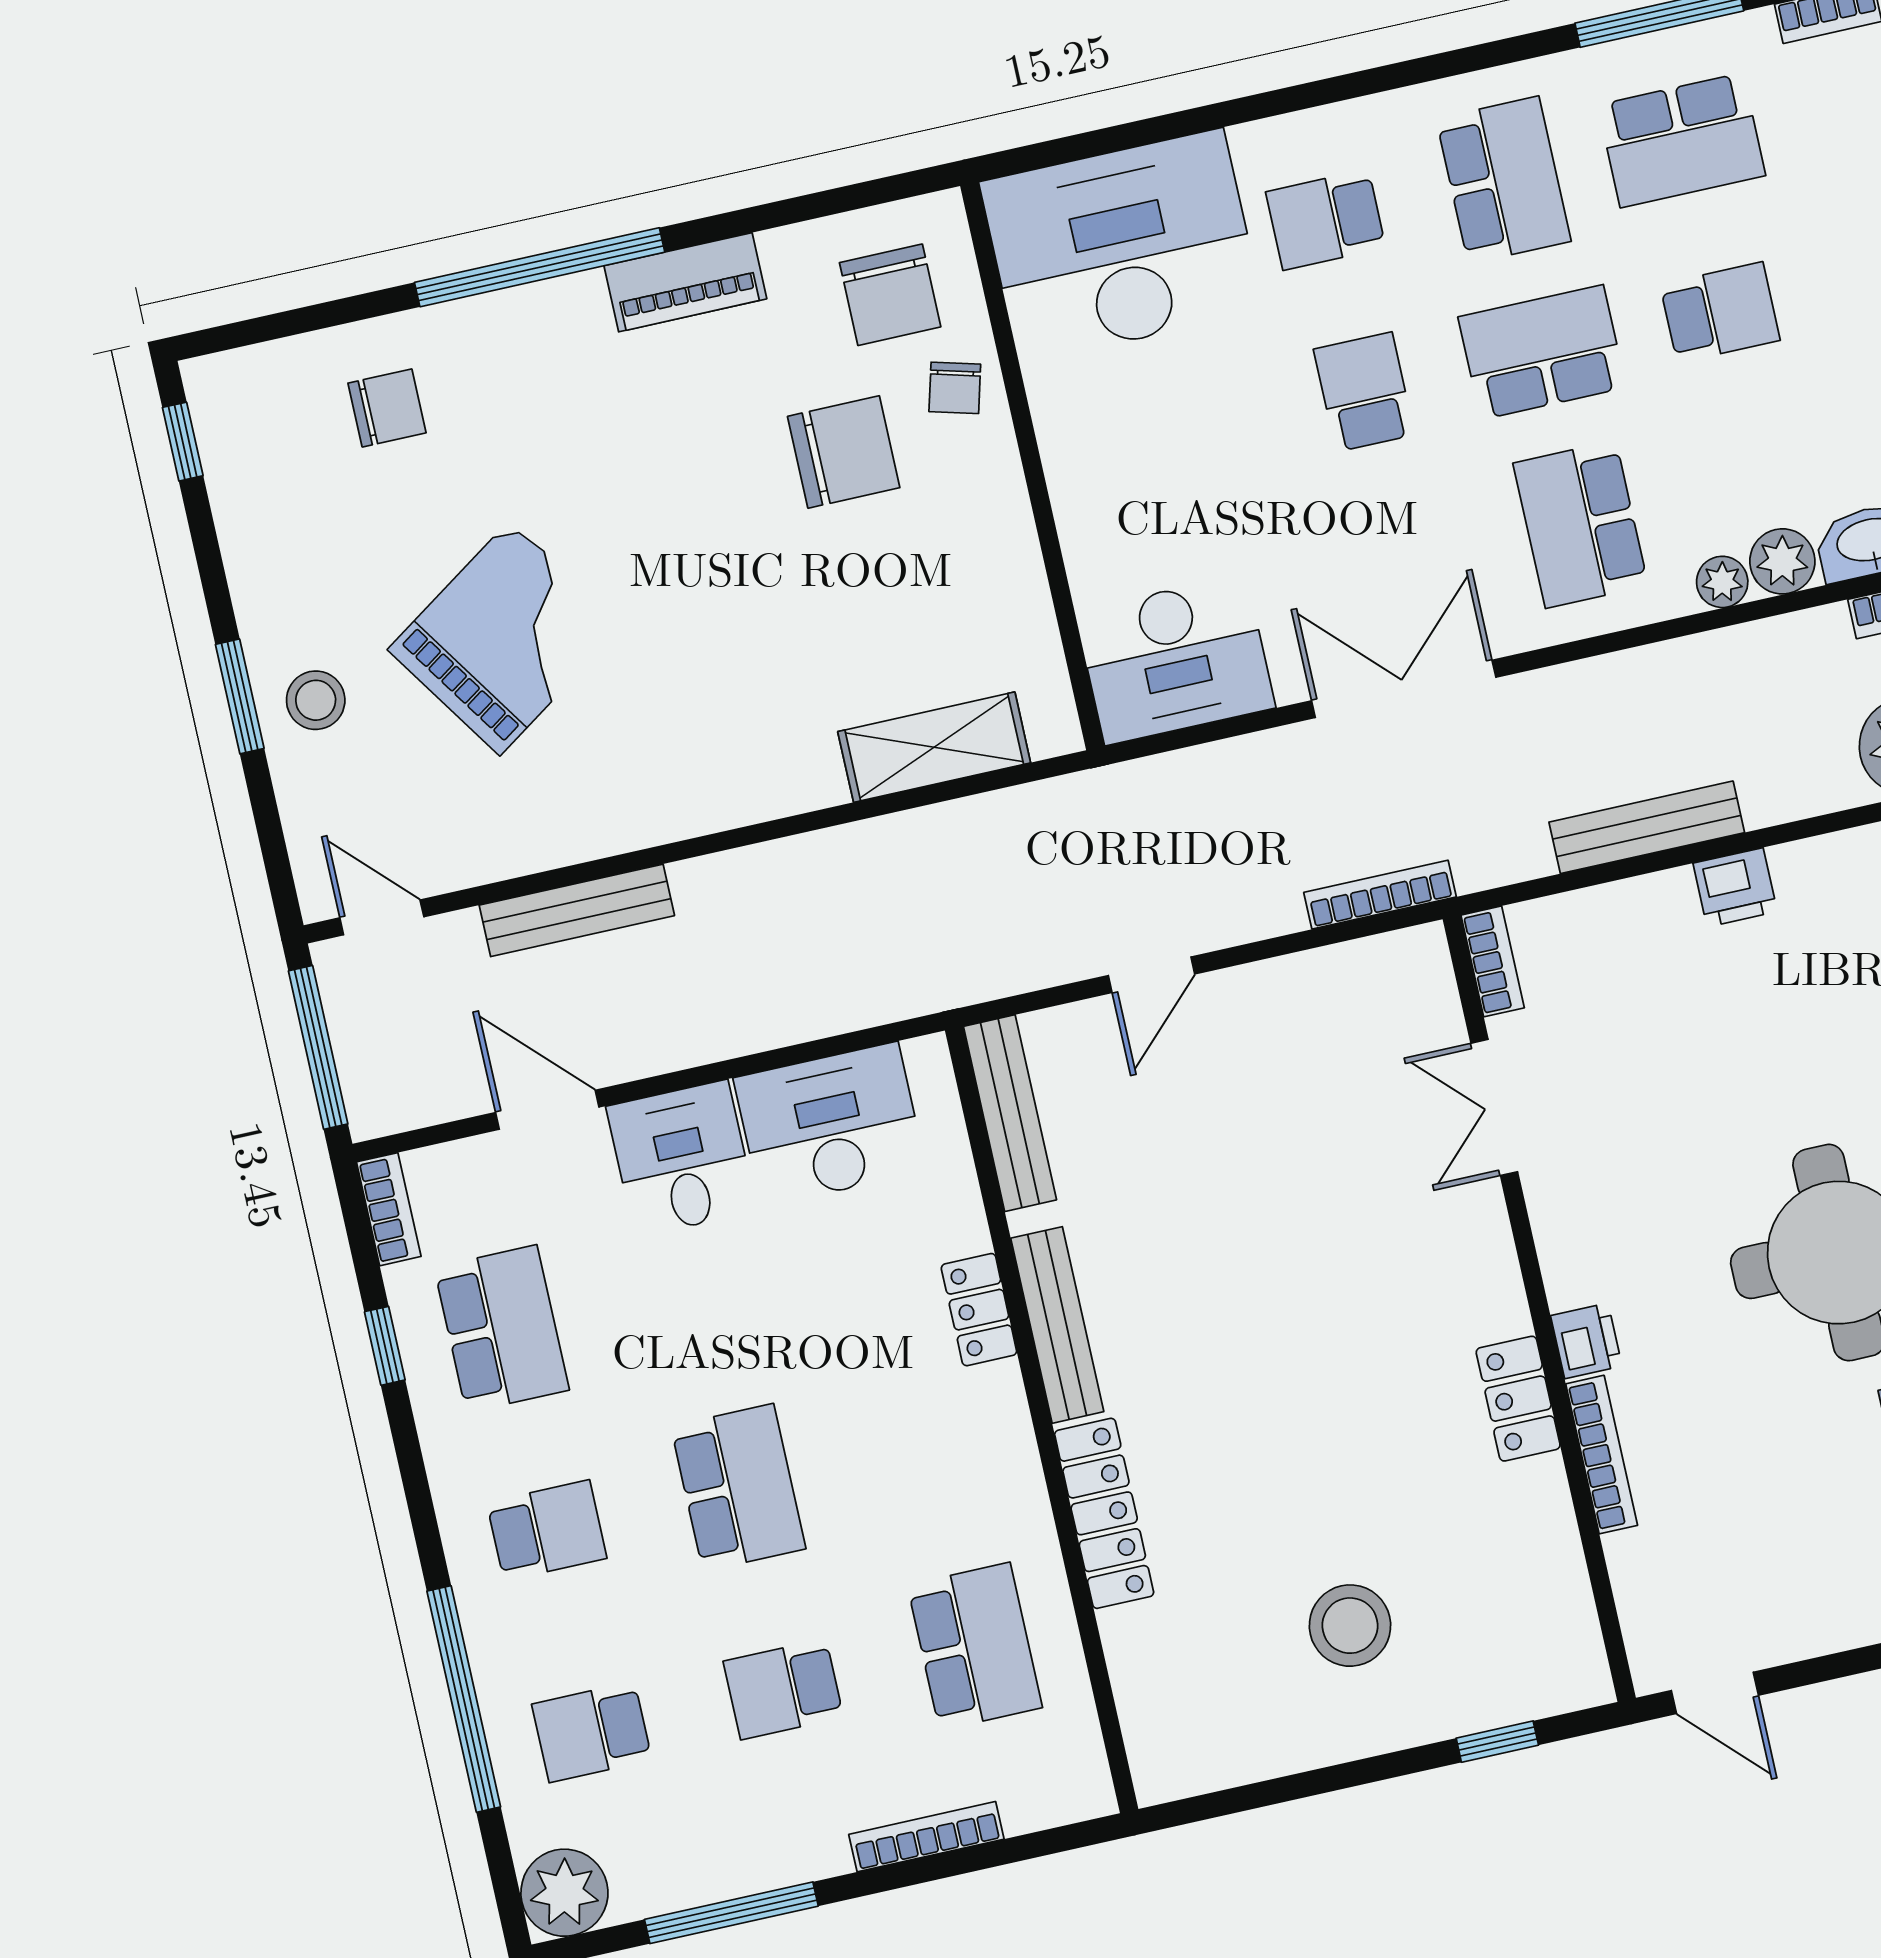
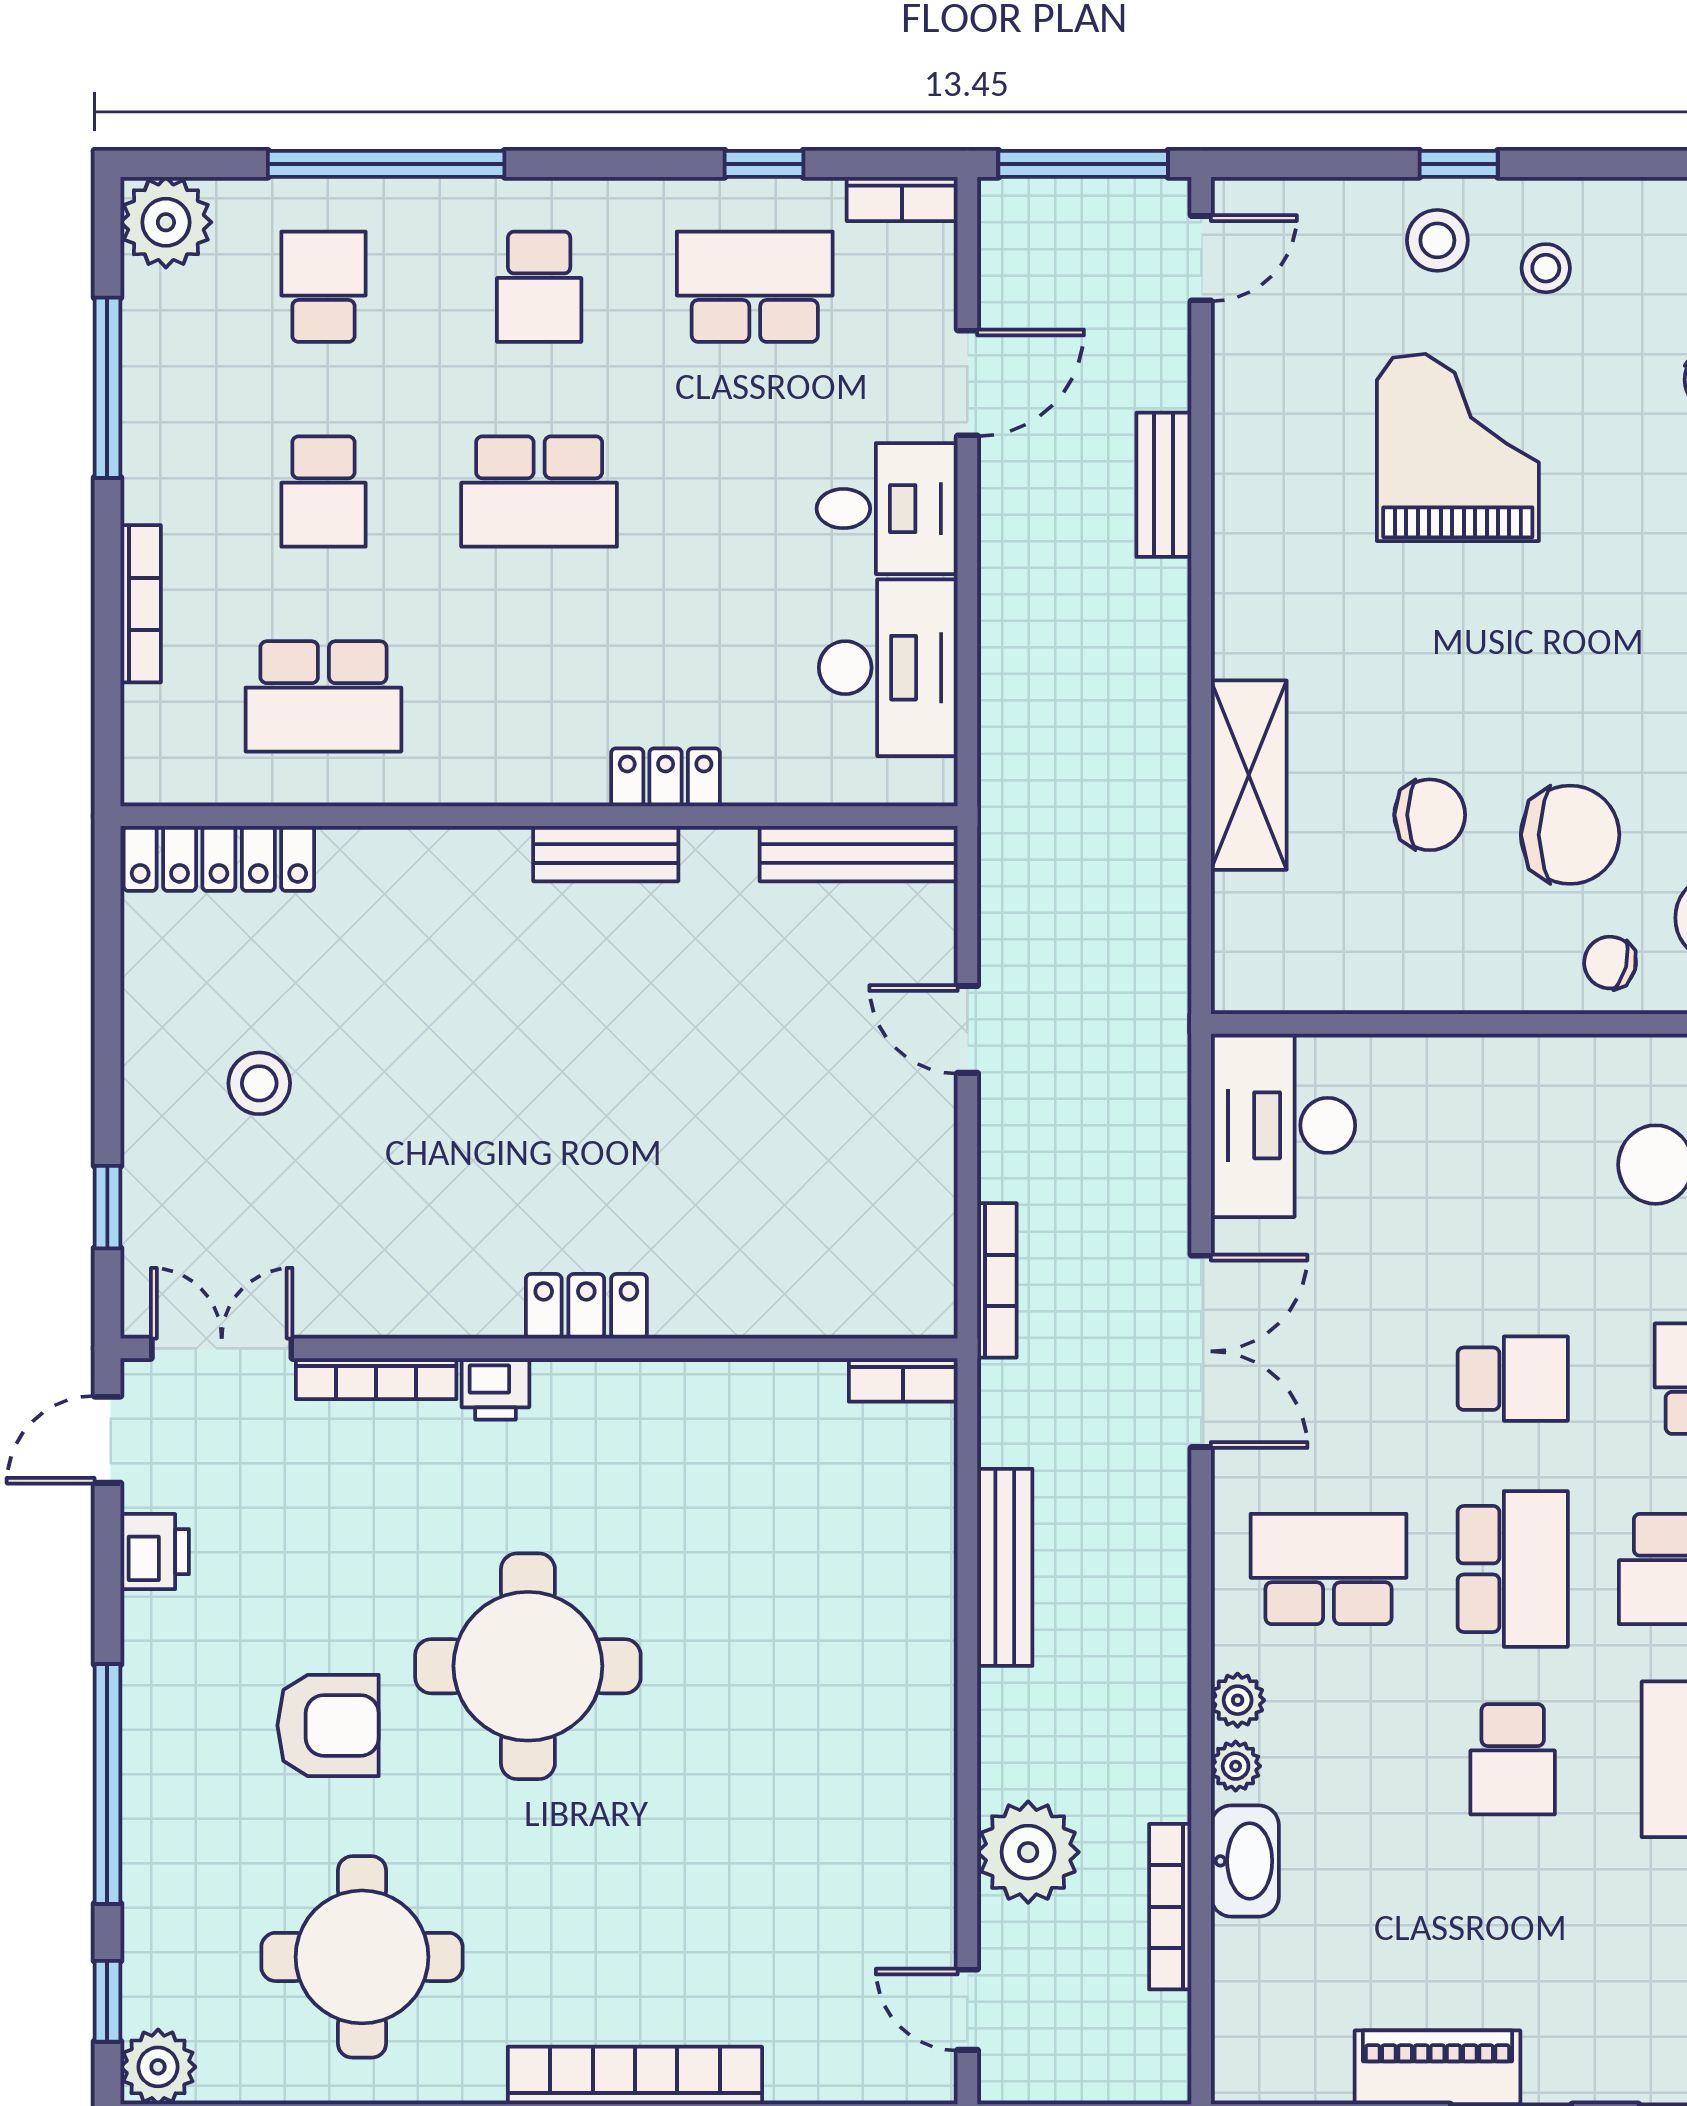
chair: (844, 452) -> (1570, 835), turned -90
plant: (1782, 561) -> (1236, 1766), width x0.73, depth x0.73
chair: (854, 587) -> (1430, 815), added
stool: (319, 593) -> (1546, 268), added
grand piano: (505, 638) -> (1458, 447), turned -146
window: (240, 696) -> (1459, 164), width x0.67
shelving: (934, 747) -> (1249, 775), moved
printer: (1735, 887) -> (155, 1552), moved, turned 180
bench: (577, 910) -> (1164, 485), width x0.73
double door: (1494, 1107) -> (222, 1348), moved
bench: (1057, 1325) -> (606, 854), width x0.73
school desk: (502, 1329) -> (755, 287), turned 180
locker: (1518, 1399) -> (586, 1306), moved
locker: (1104, 1513) -> (219, 858), moved
stool: (1350, 1626) -> (259, 1083), width x0.73, depth x0.73
school desk: (783, 1689) -> (323, 492), turned 180

